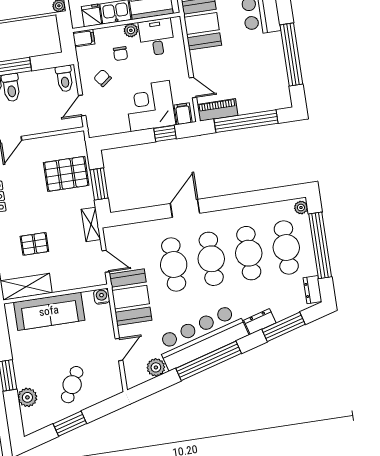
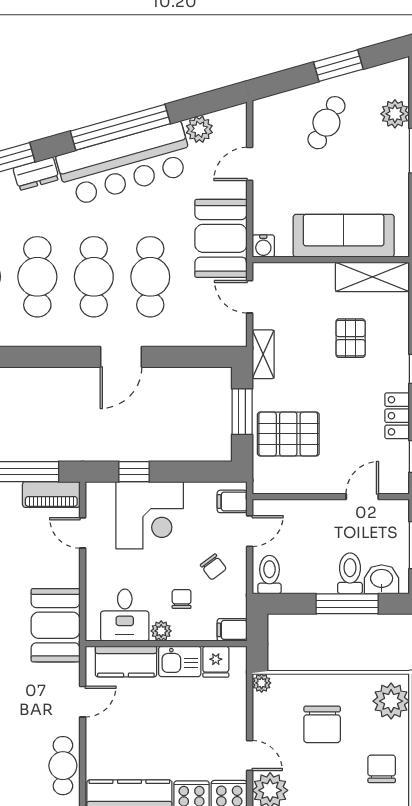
filing cabinet: (183, 114) -> (232, 501), moved, turned 90
pallet: (34, 244) -> (351, 338), turned 90

